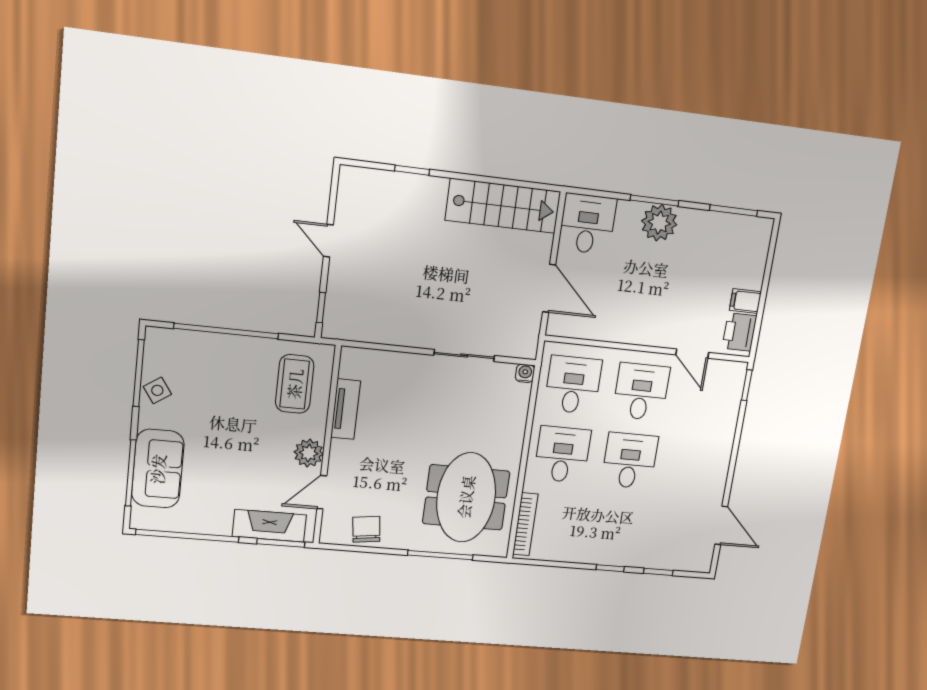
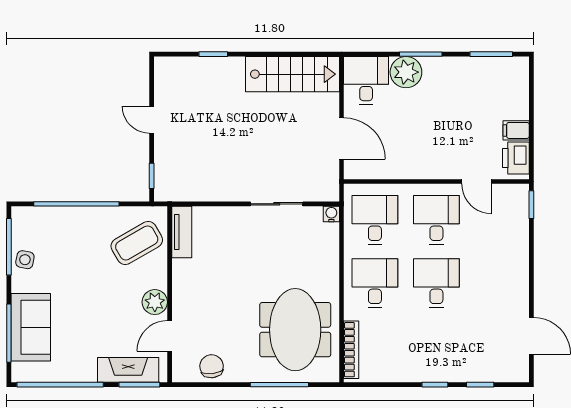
plant: (659, 223) -> (406, 72), moved
coffee table: (295, 384) -> (137, 243), turned 60
side table: (157, 390) -> (25, 260), turned 45
tv unit: (346, 409) -> (182, 232), moved

